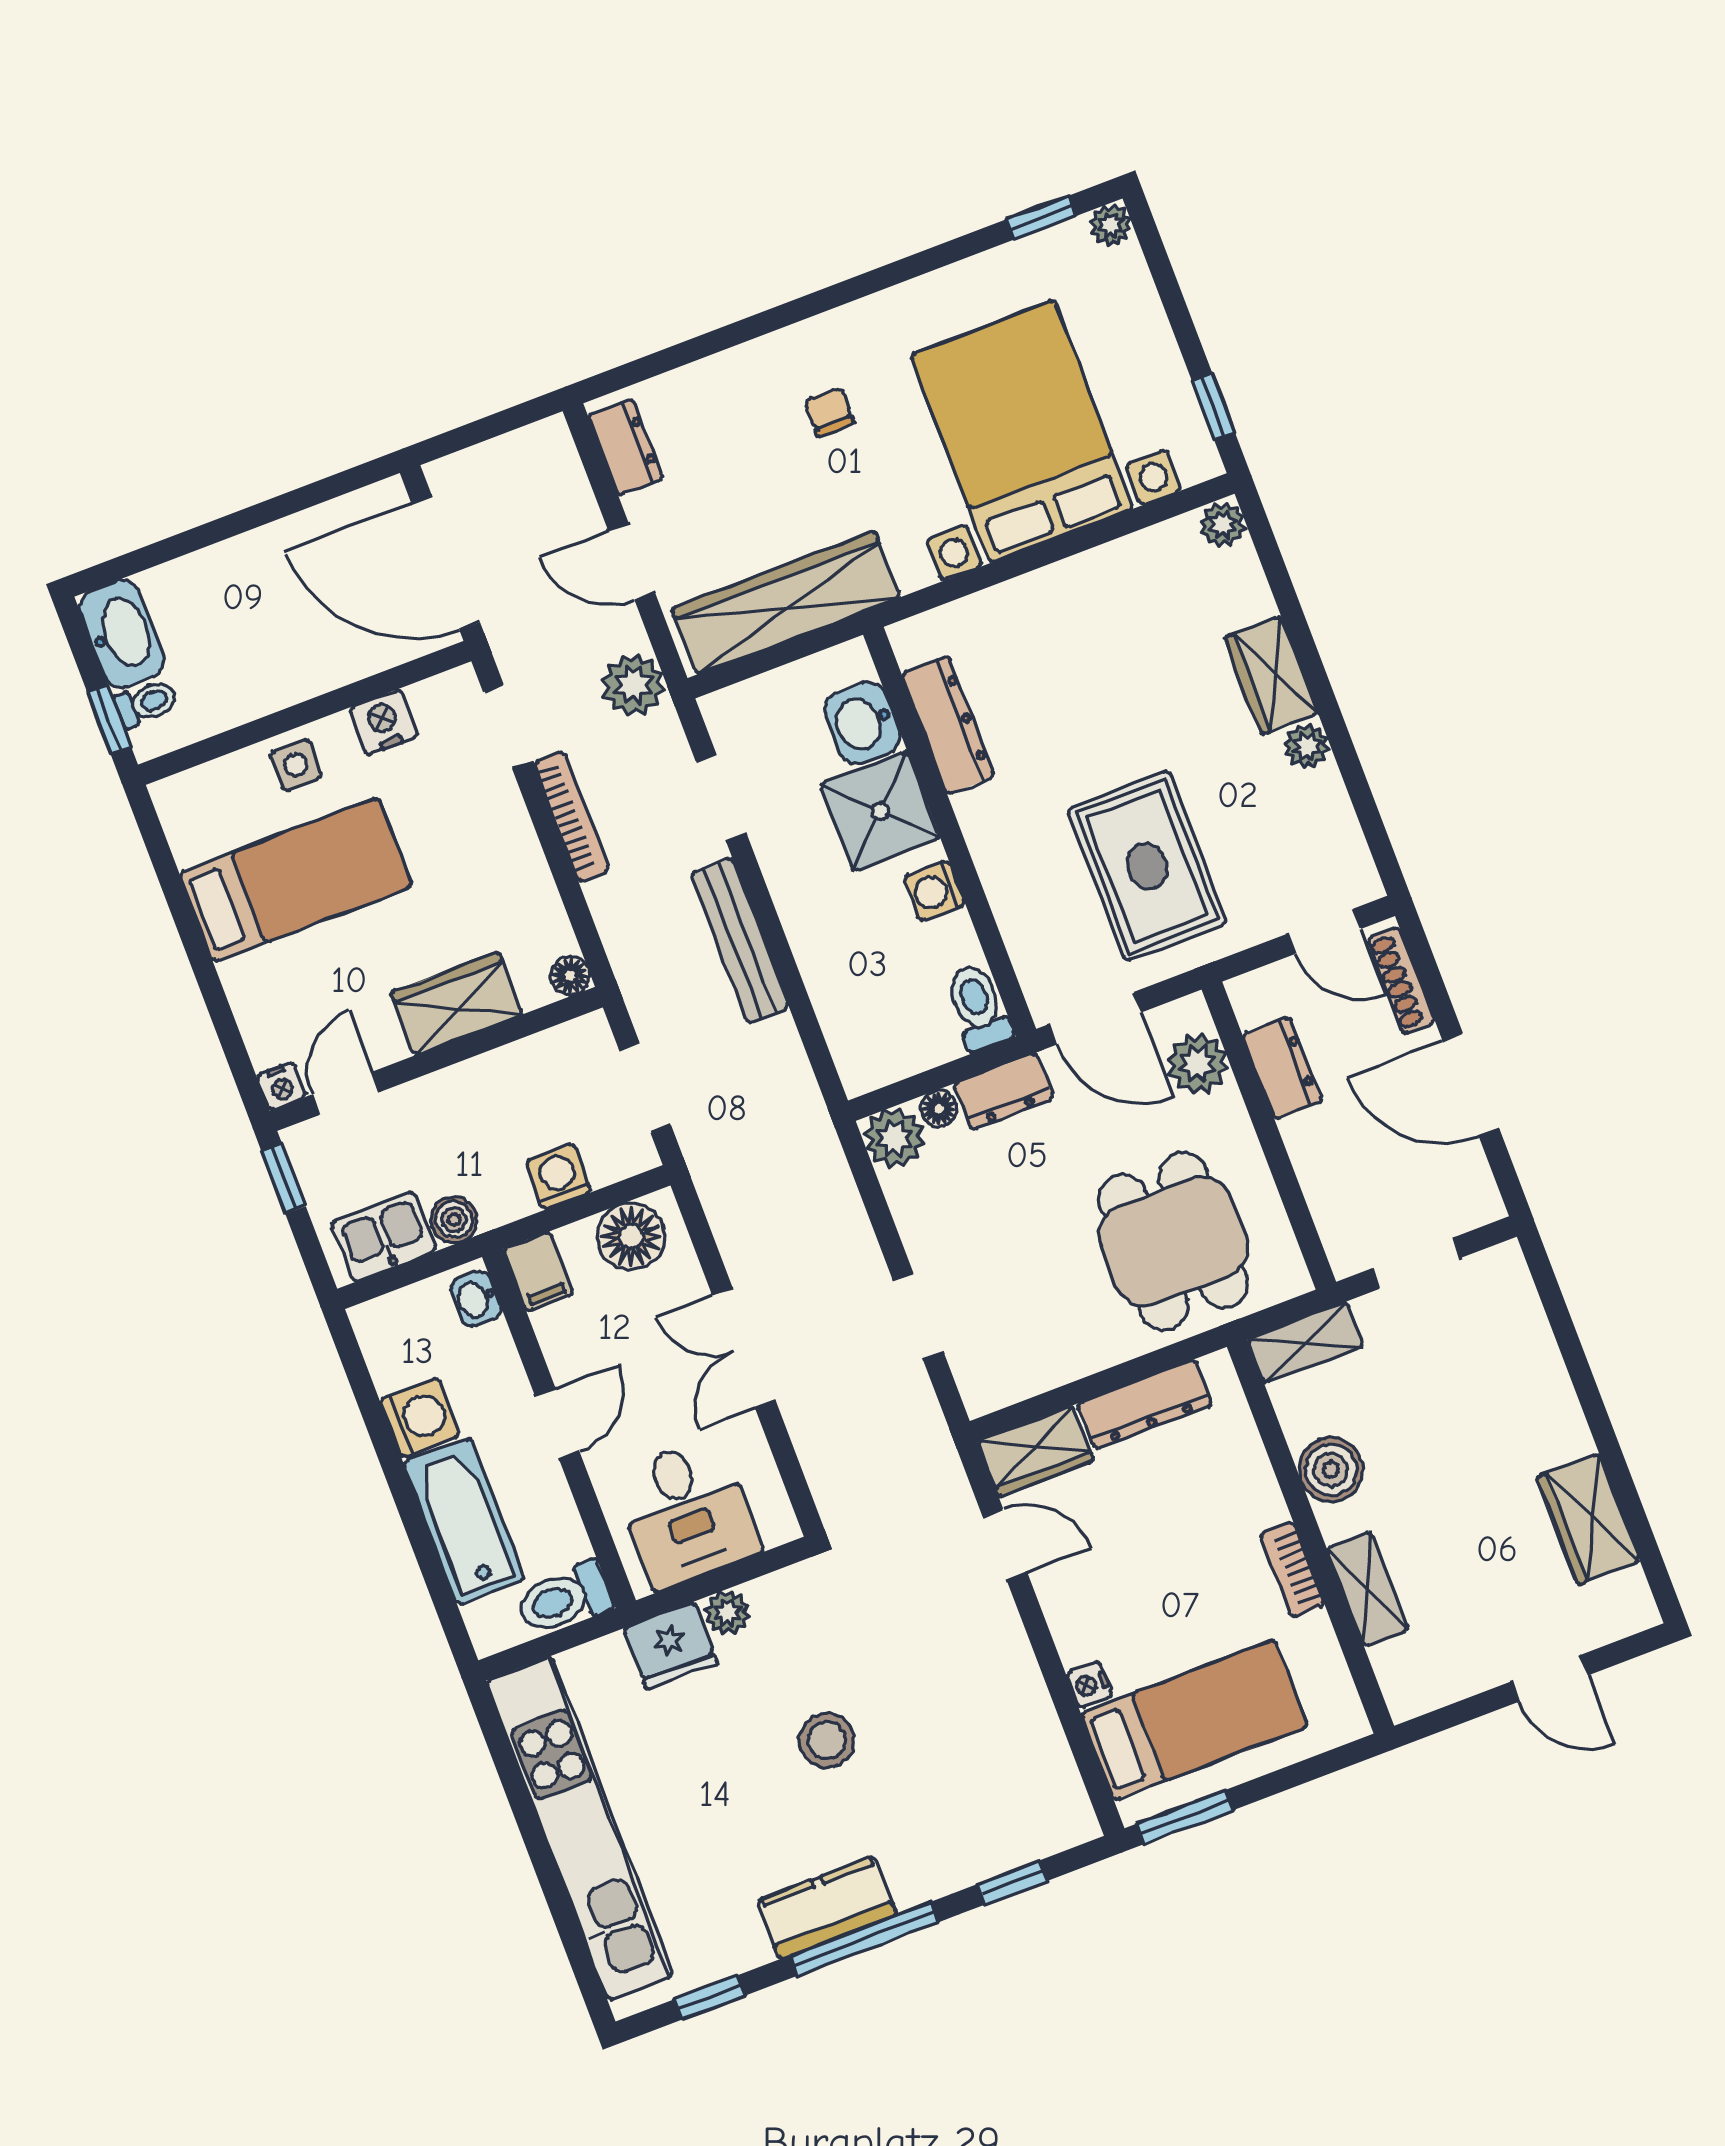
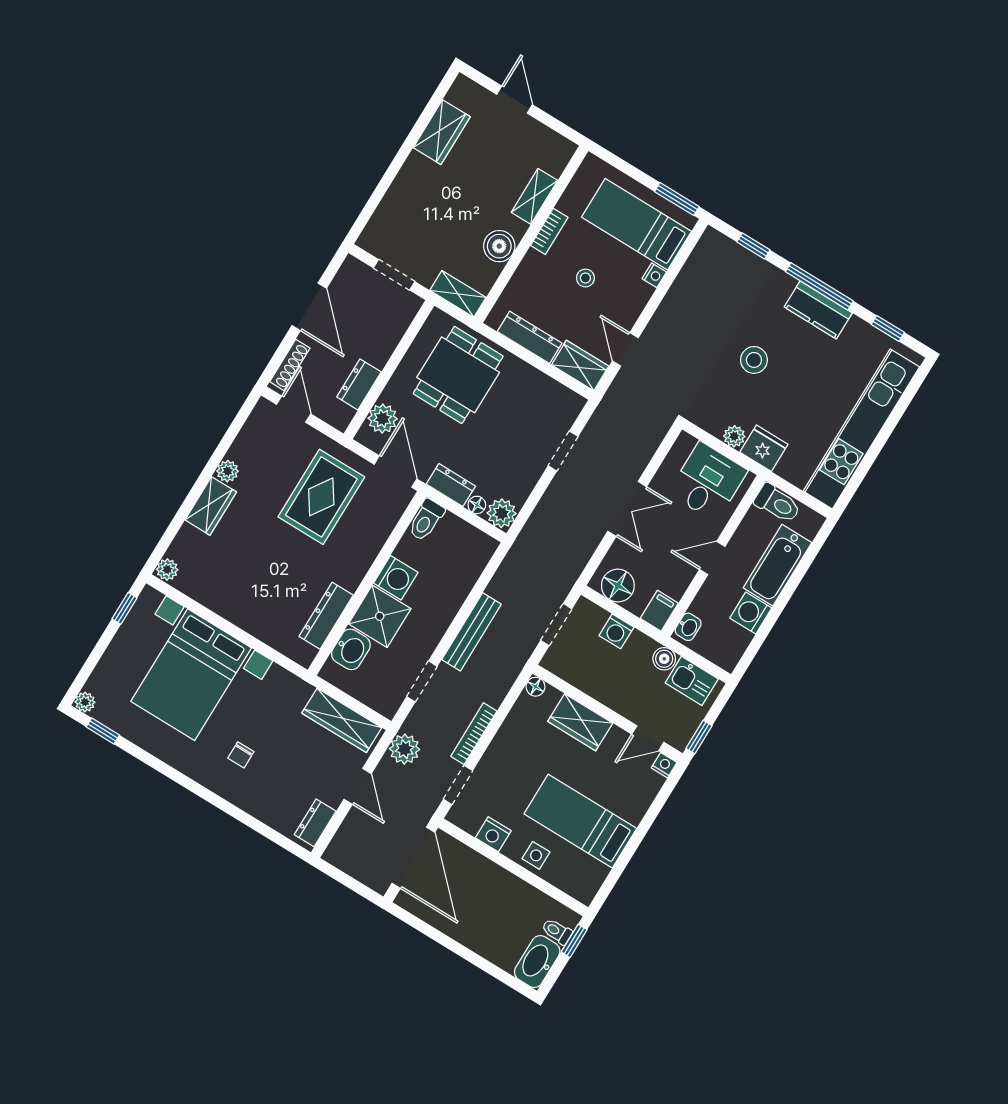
wardrobe: (786, 603) -> (342, 720), width x0.71, depth x0.85
washing machine: (934, 891) -> (396, 578), width x1.38, depth x1.38
stool: (1171, 1570) -> (585, 278), added

